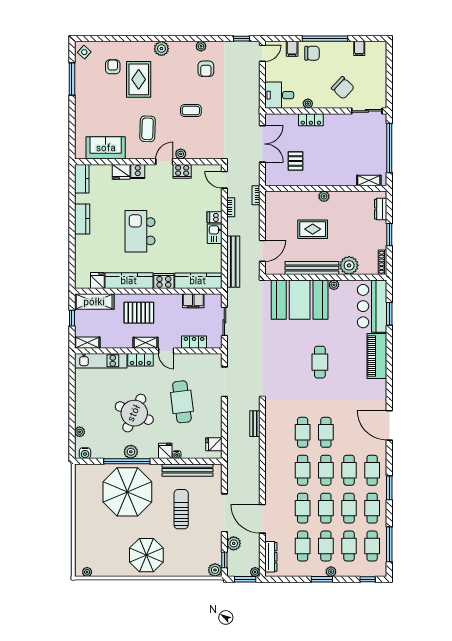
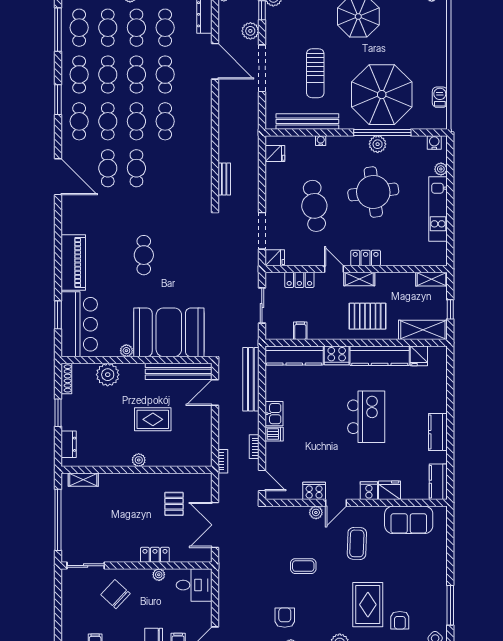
bench: (312, 268) -> (179, 371), moved
filing cabinet: (193, 301) -> (300, 331), width x0.50
kitchen unit: (101, 361) -> (438, 209), moved, turned -90
round table: (134, 413) -> (373, 192), turned -33
cafe table: (303, 432) -> (108, 168), moved
fridge: (165, 451) -> (275, 258), moved, turned -90
barbecue: (80, 490) -> (440, 97), added

